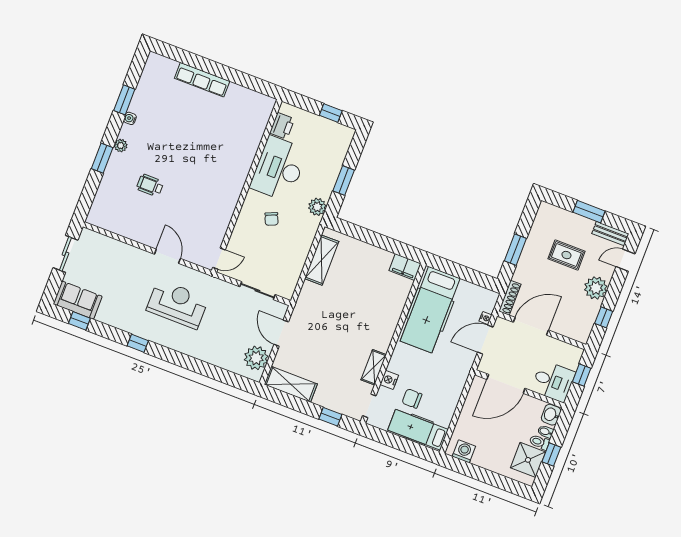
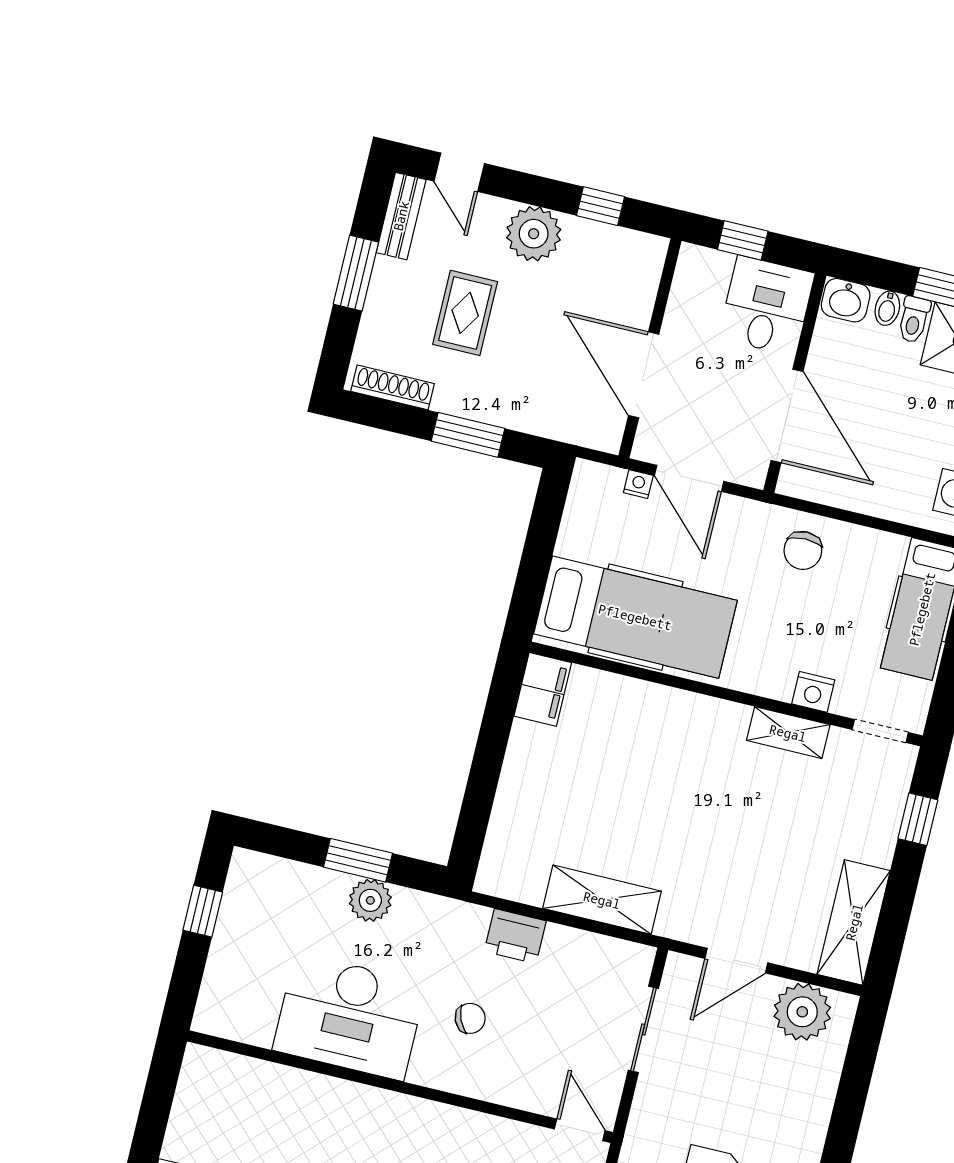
printer: (282, 126) -> (515, 936), moved, turned 180
plant: (317, 207) -> (370, 900), moved
shelving: (322, 260) -> (602, 900), moved
shoe rack: (510, 298) -> (393, 387), moved
chair: (412, 399) -> (803, 551), moved

